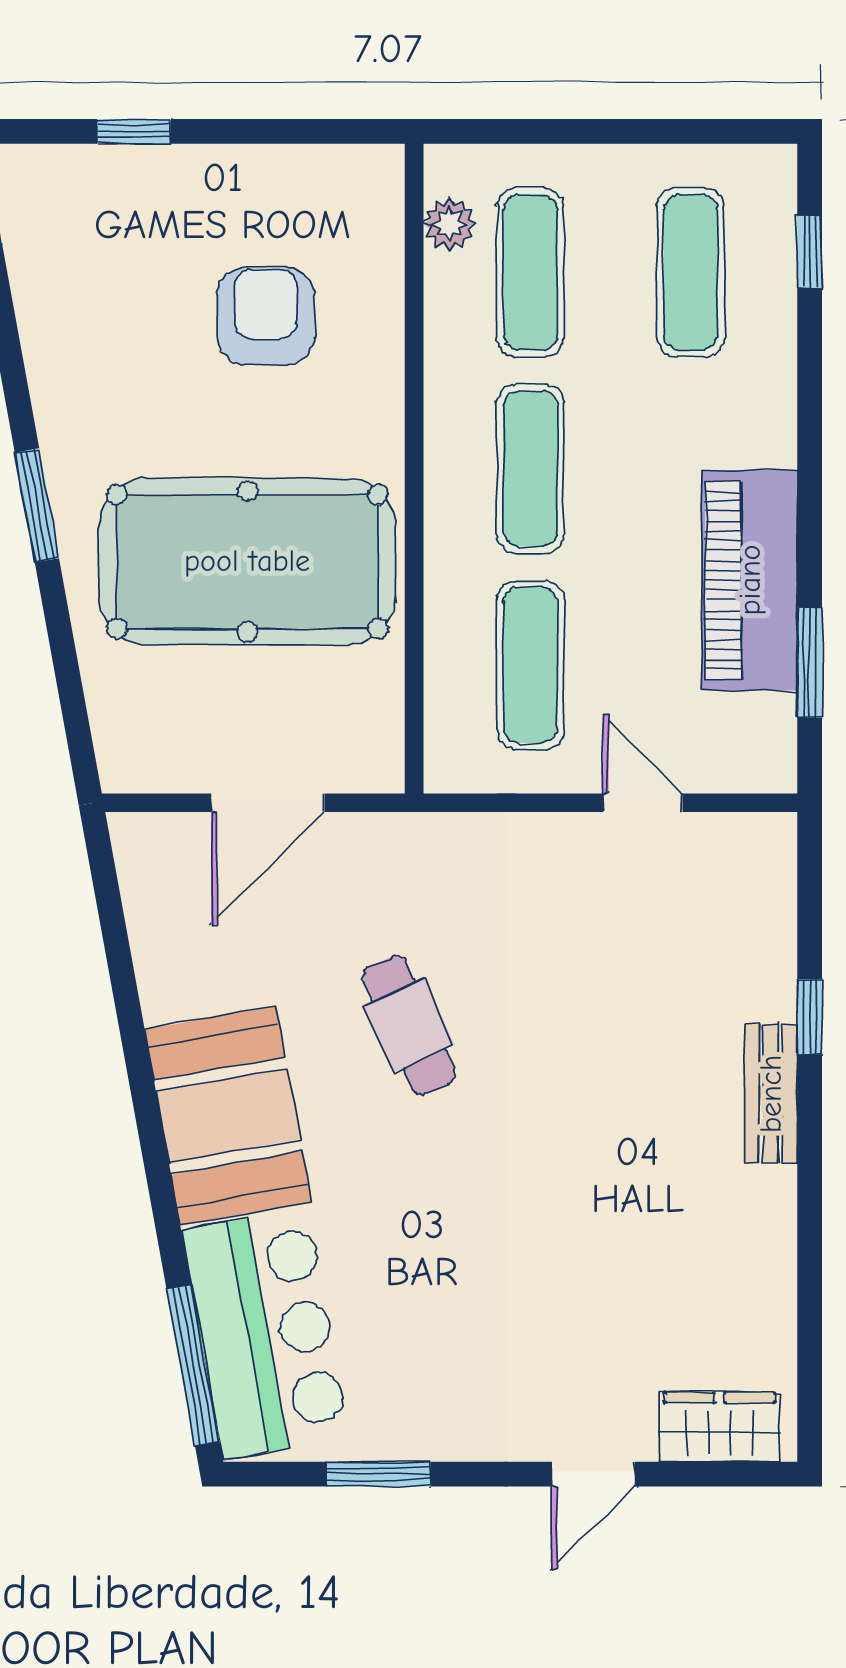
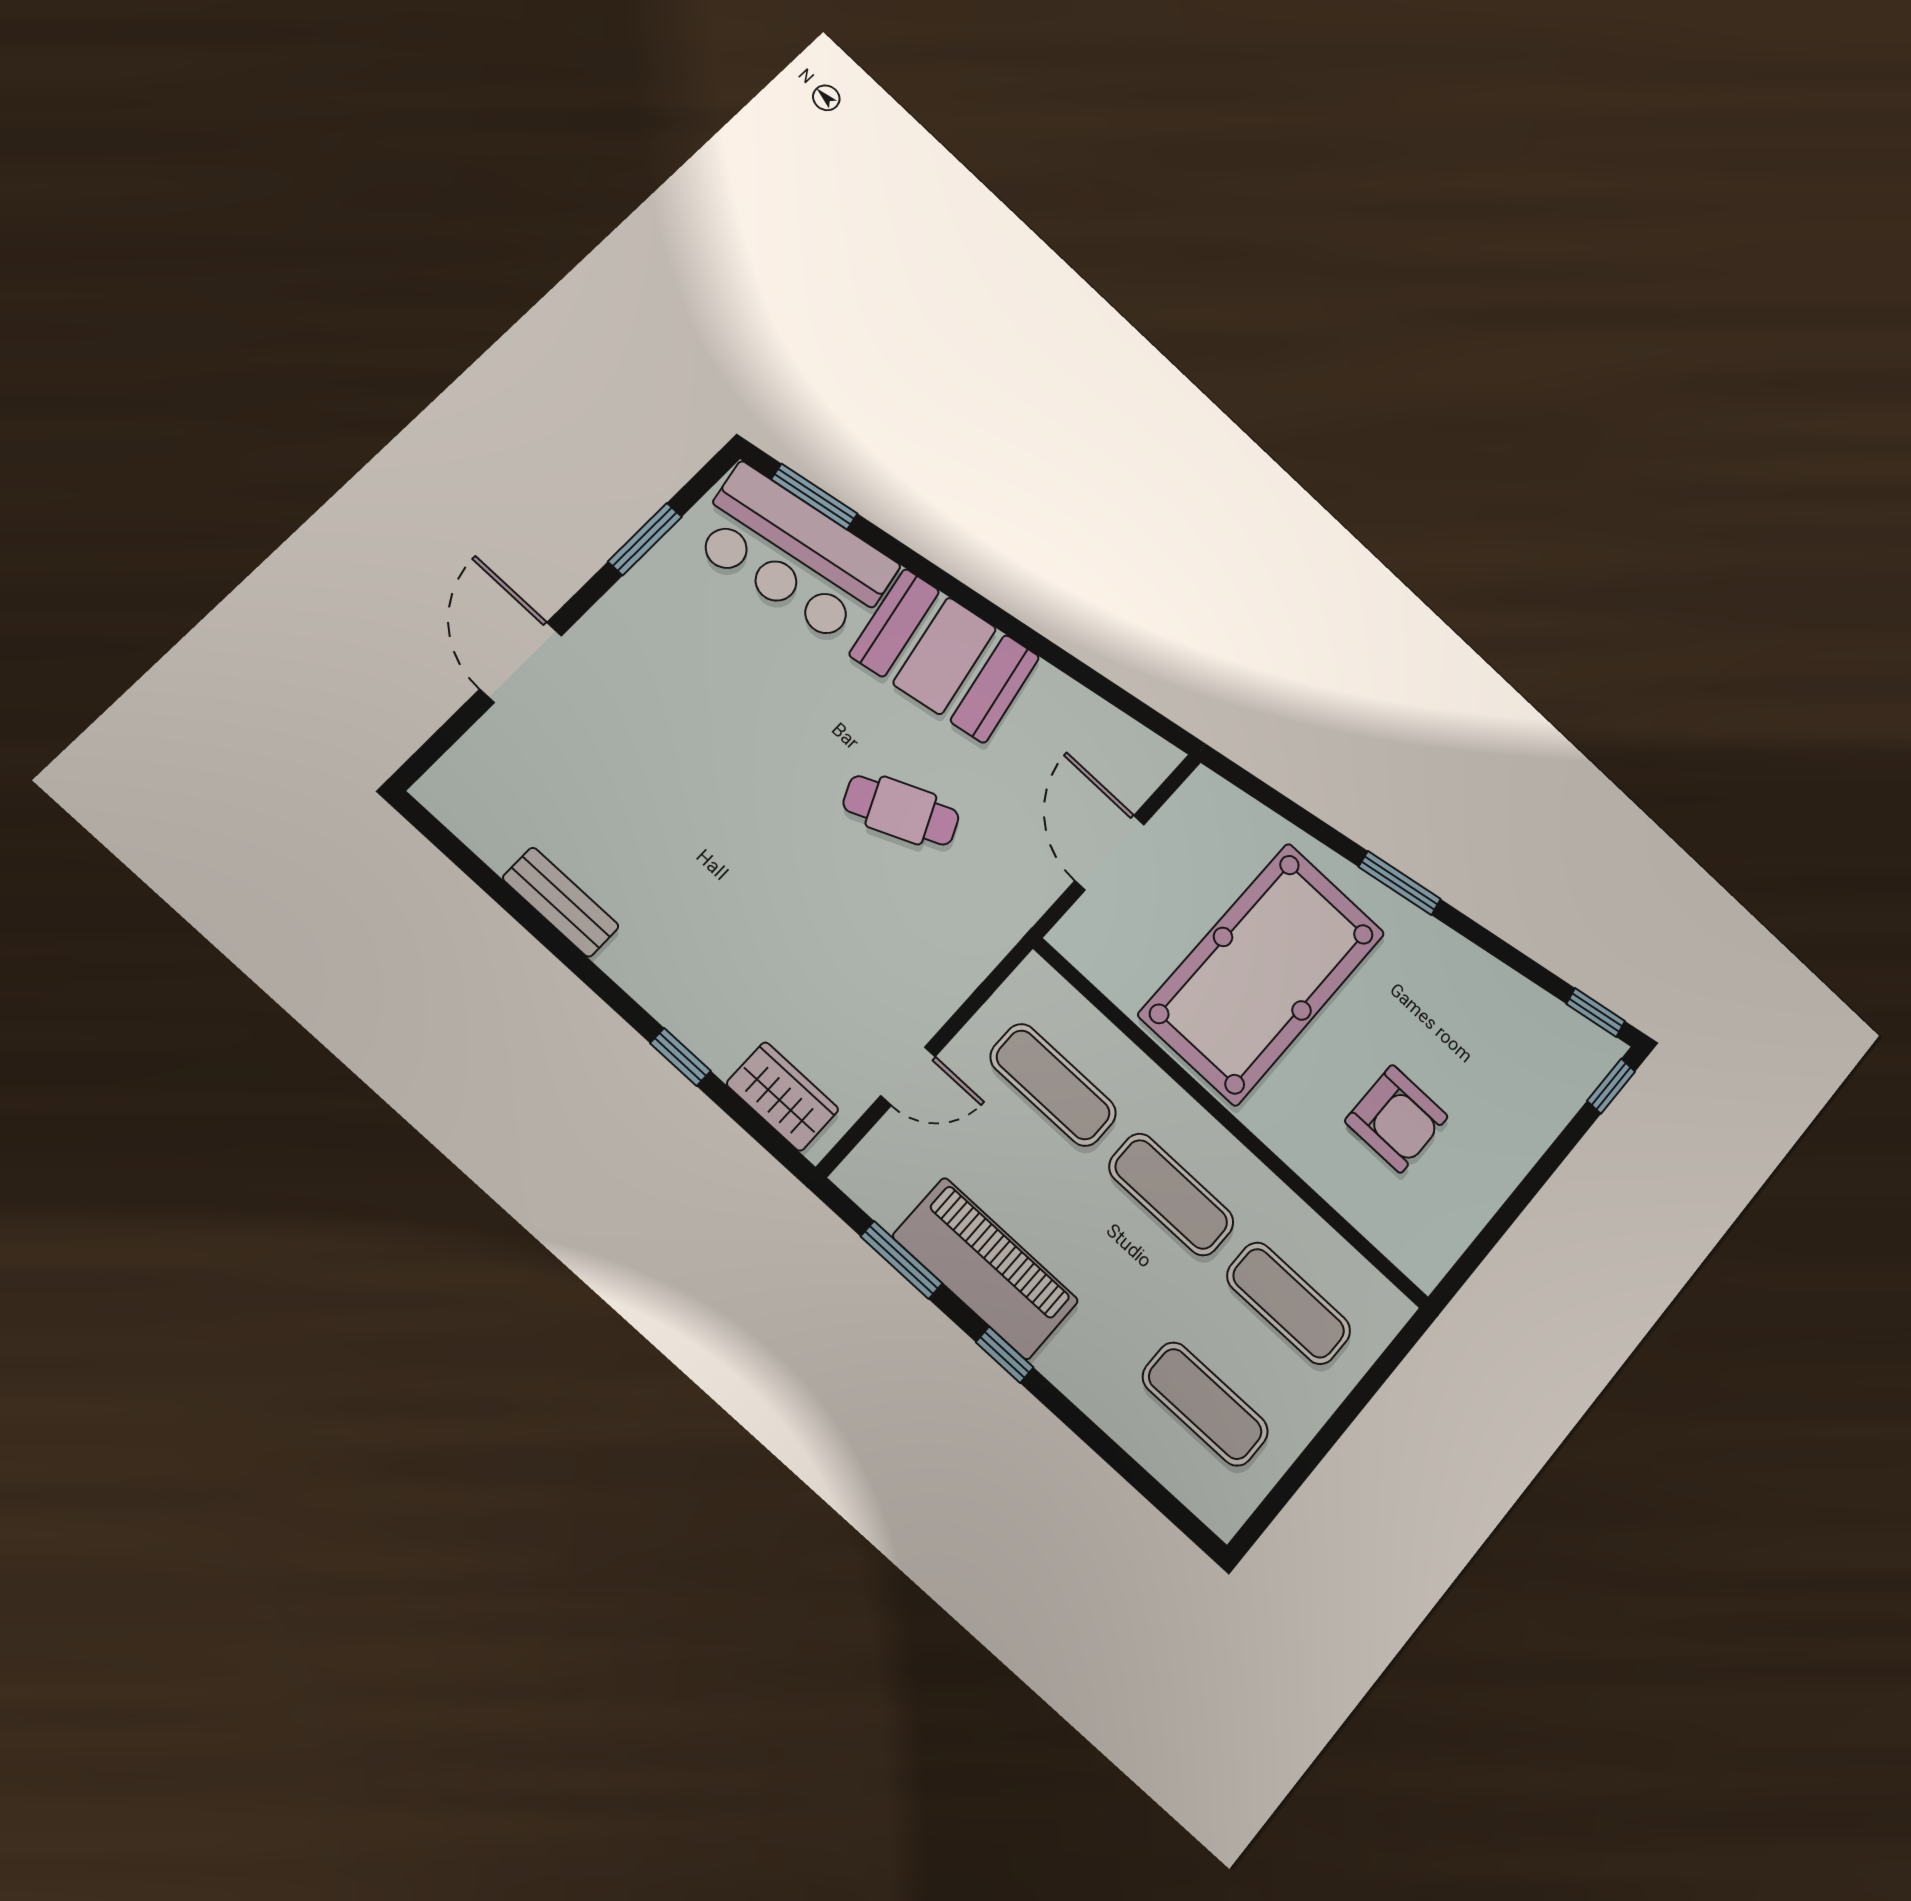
window: (134, 131) -> (1611, 1086), moved
plant: (449, 224) -> (1359, 1280), removed
window: (810, 252) -> (1005, 1355), moved
bench: (771, 1094) -> (561, 902), moved
window: (193, 1365) -> (814, 497), width x0.69
wardrobe: (719, 1427) -> (783, 1097), moved, turned -90
door: (593, 1474) -> (521, 662), width x1.38

